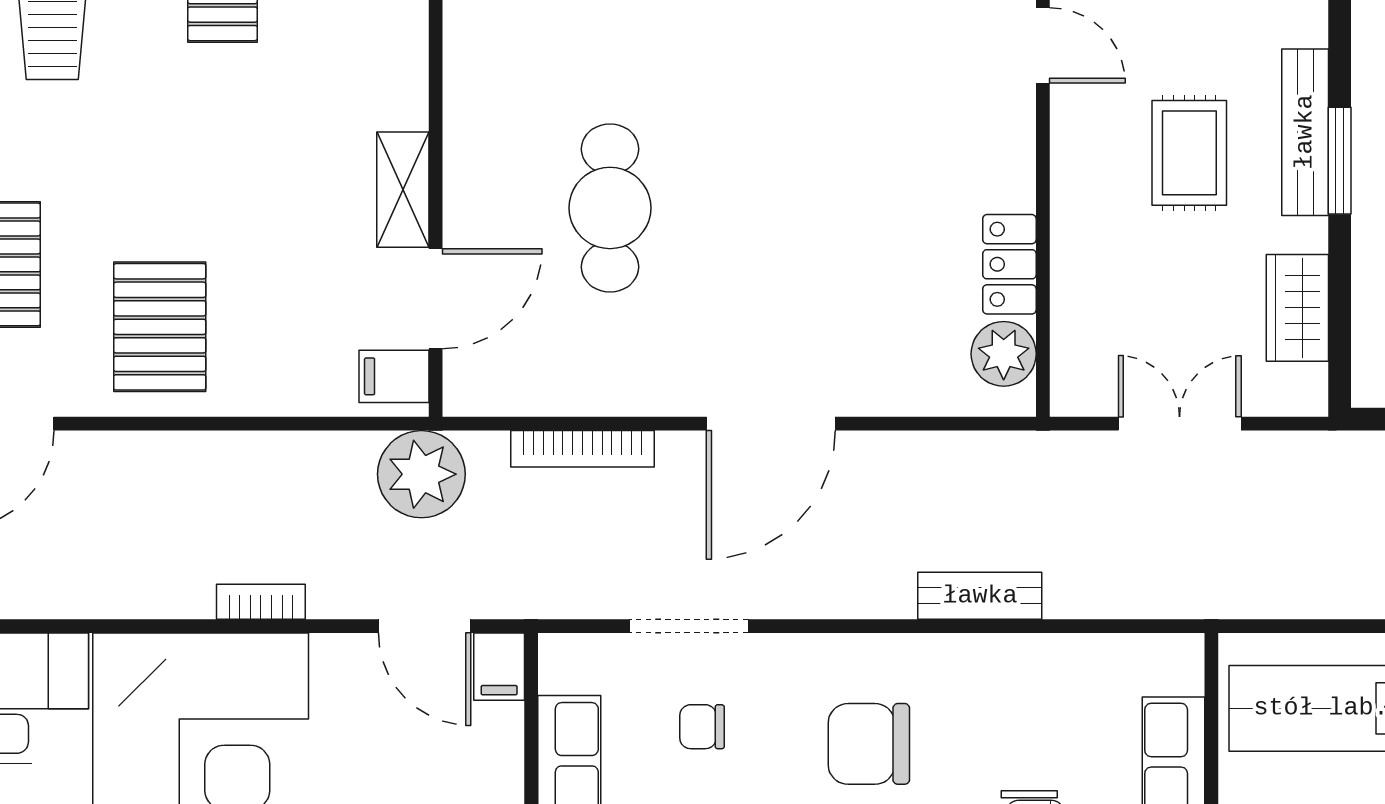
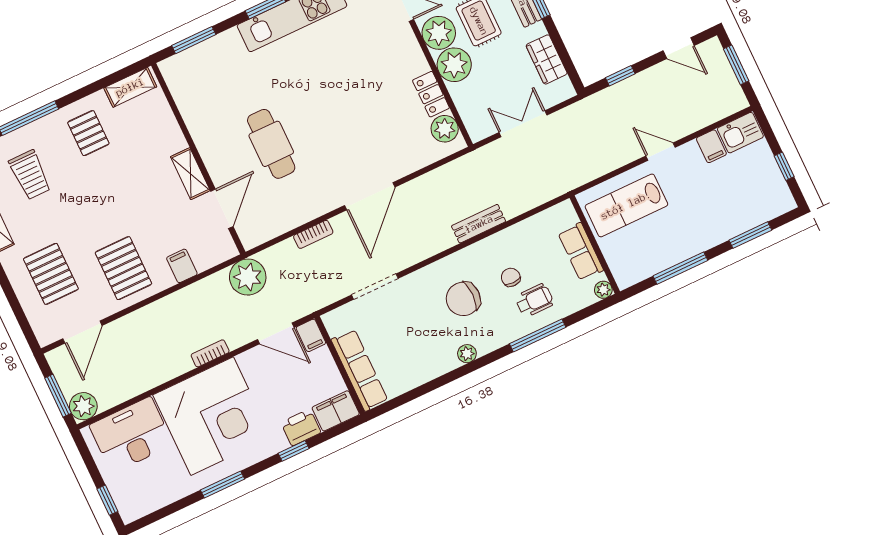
plant: (1090, 139) -> (439, 33), added
plant: (1090, 224) -> (454, 65), added
filing cabinet: (394, 376) -> (182, 266), moved, turned 90
bookcase: (583, 449) -> (313, 234), width x0.64
chair: (702, 727) -> (511, 277), moved, turned 90

